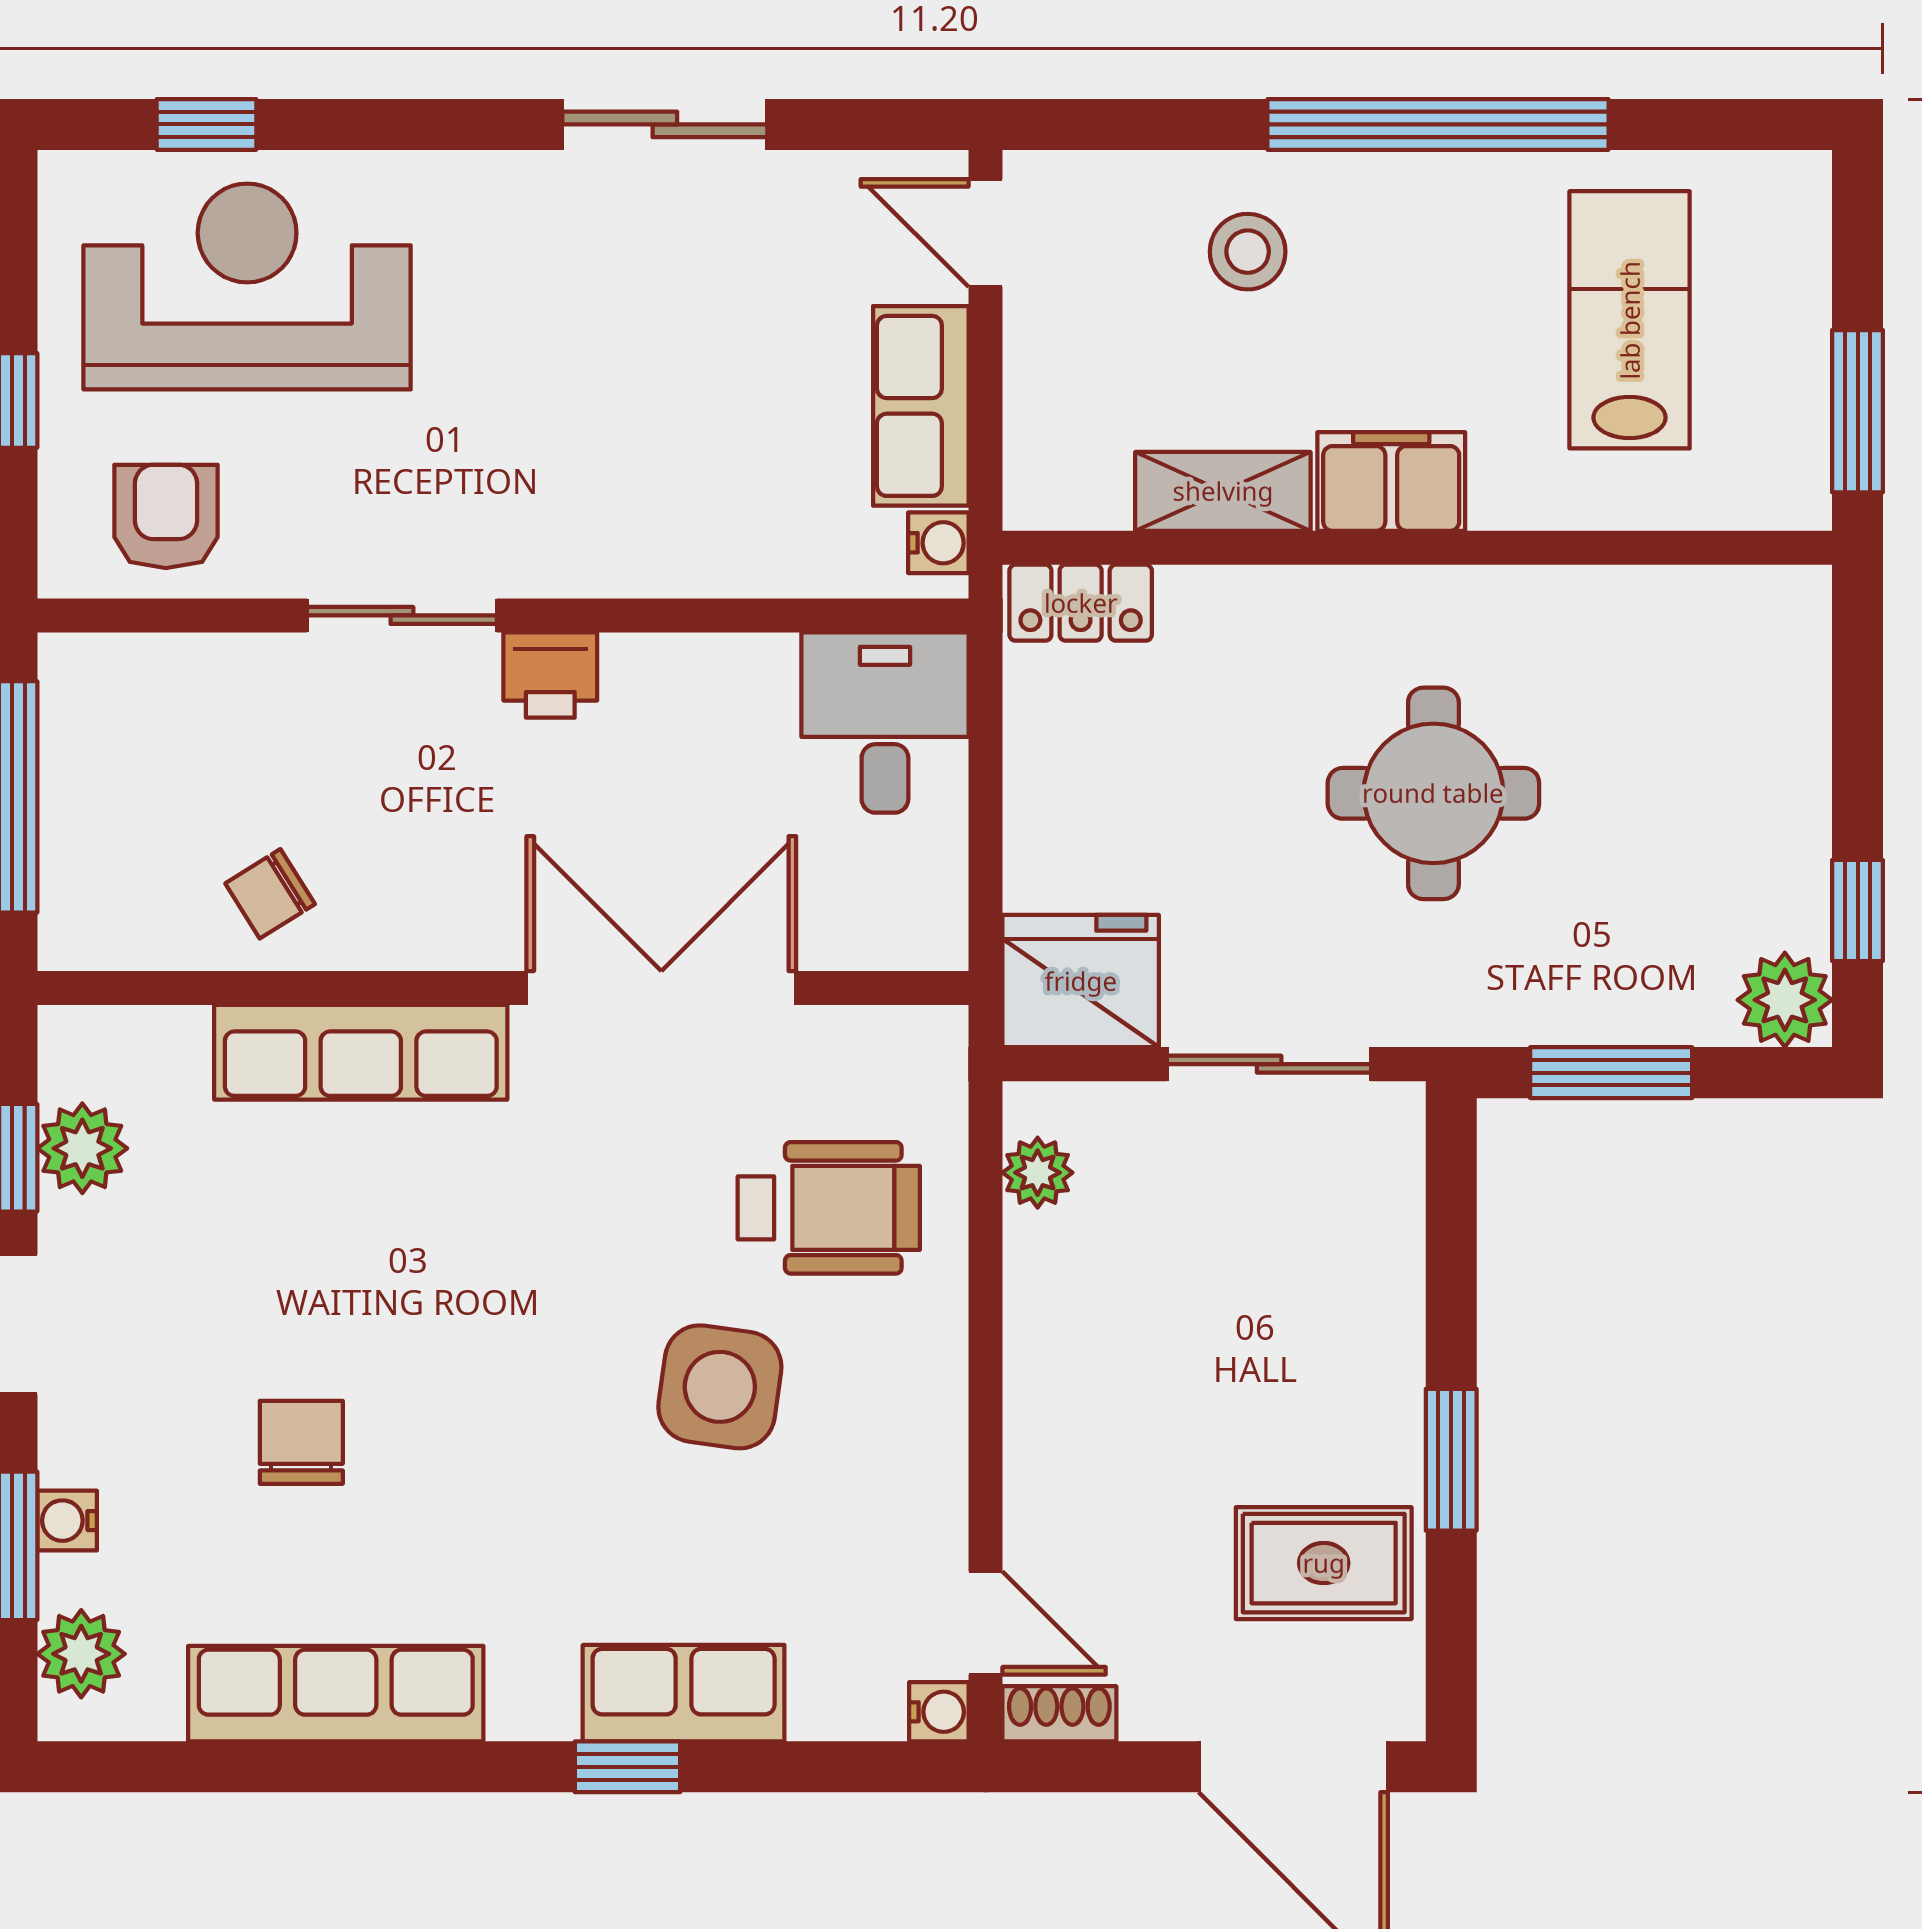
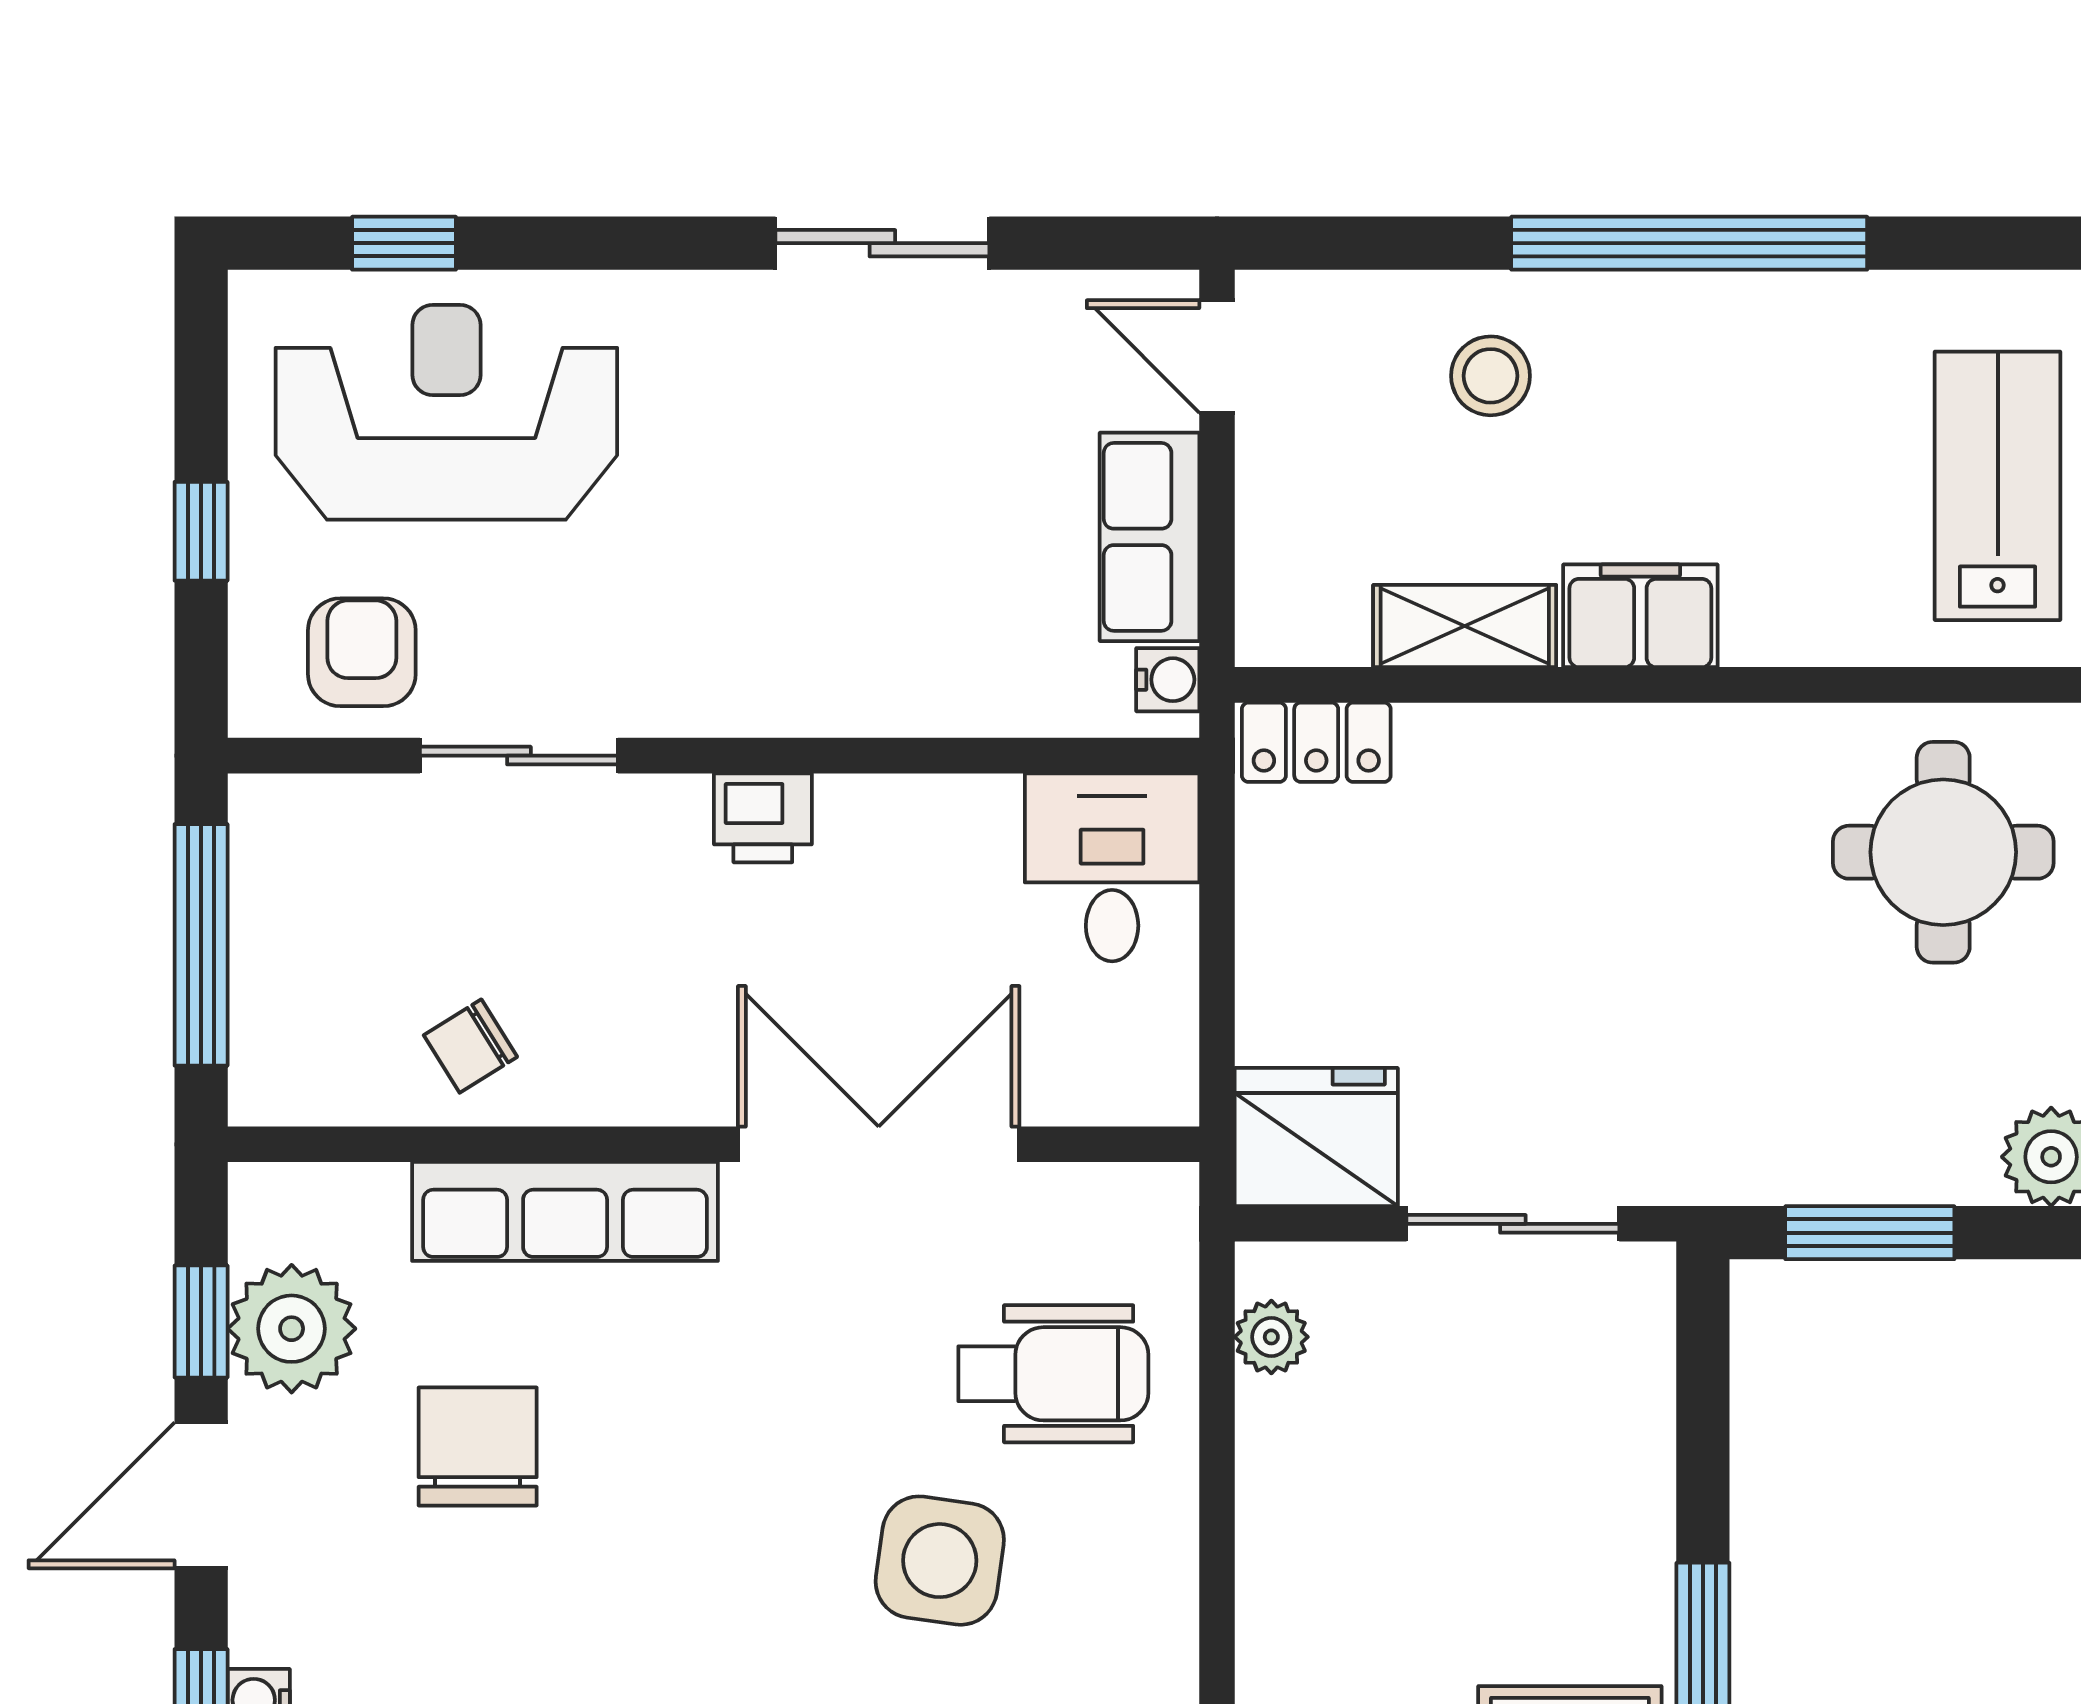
lab bench: (1630, 320) -> (1998, 486), moved
sliding door: (402, 615) -> (519, 756), moved
round table: (1433, 793) -> (1943, 852), moved
plant: (82, 1148) -> (292, 1329), width x1.36, depth x1.36
chair: (301, 1442) -> (478, 1446), moved, width x1.37, depth x1.37

